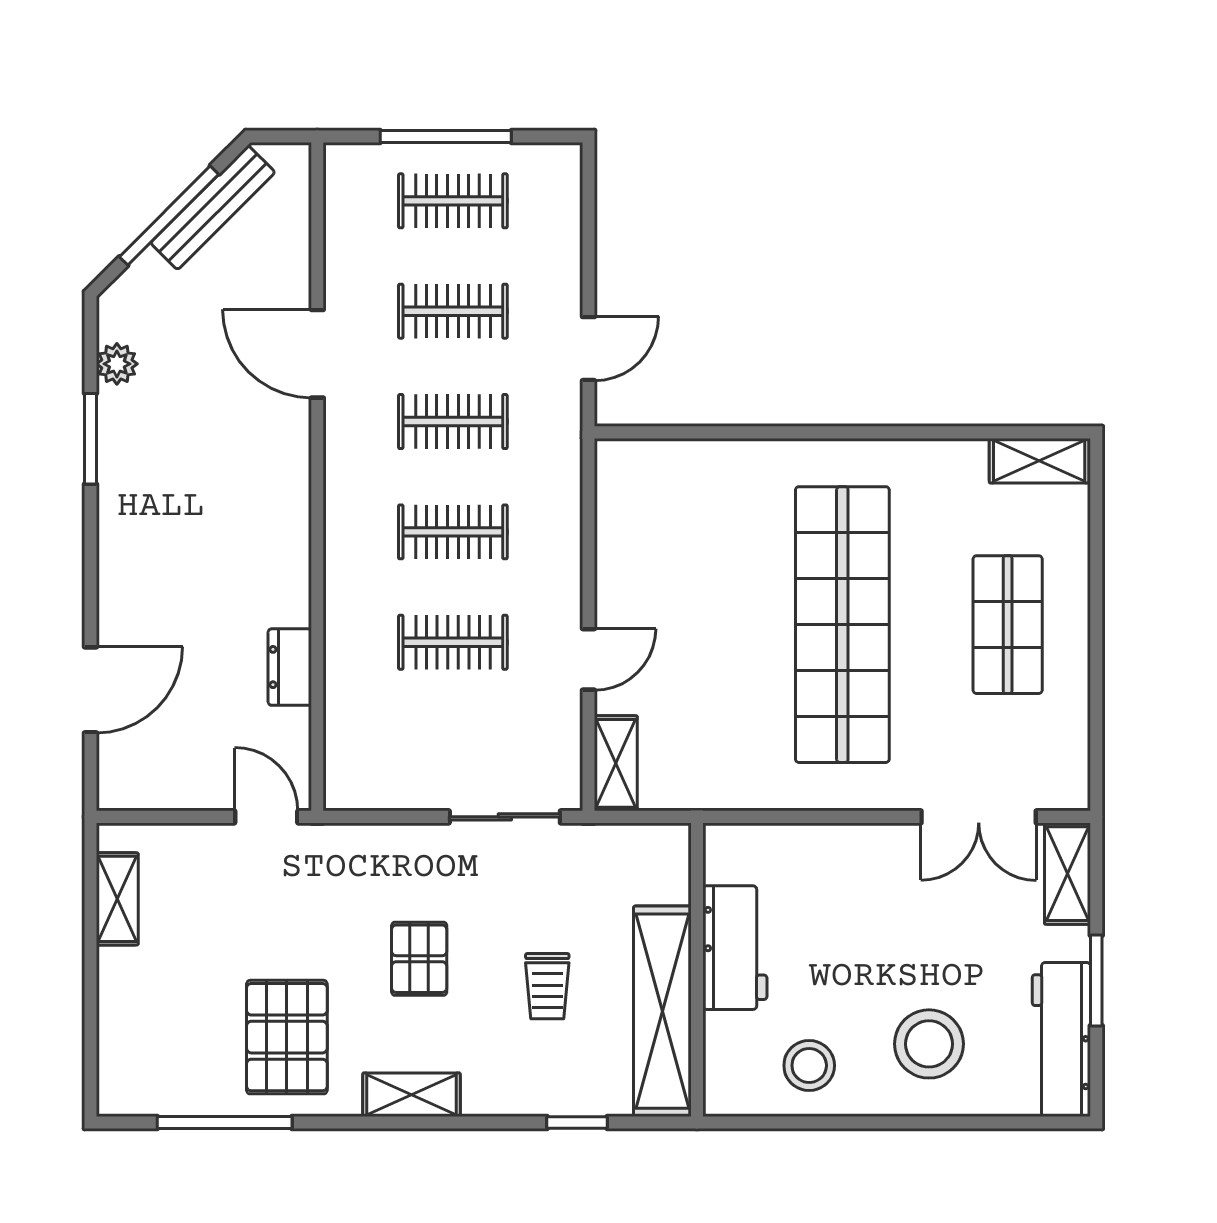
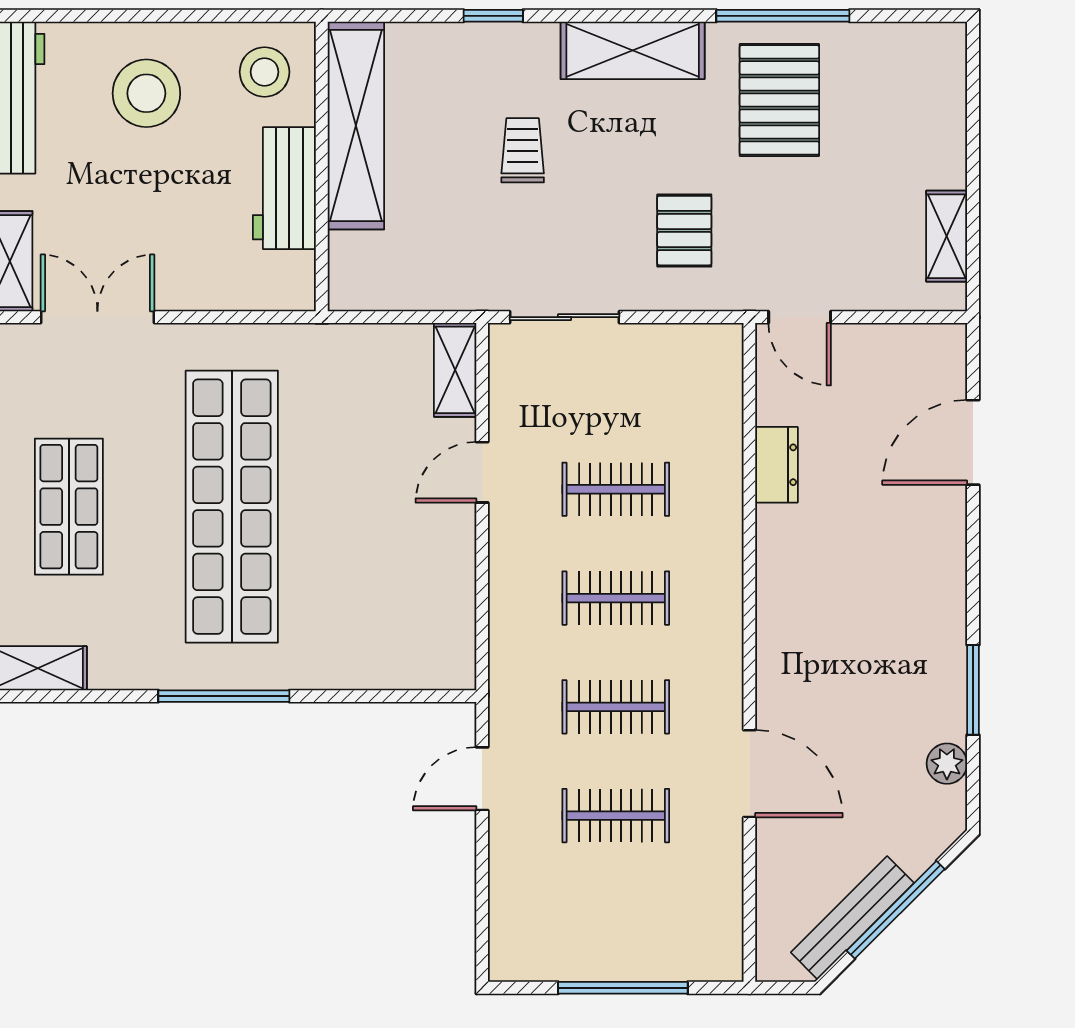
clothes rail: (453, 201) -> (616, 924), removed
window: (850, 432) -> (224, 696), added
workbench: (735, 948) -> (284, 188), moved
pallet: (419, 959) -> (684, 231), moved
wall: (697, 970) -> (322, 166), moved
shelving: (662, 1011) -> (356, 126), moved
shelving: (411, 1095) -> (633, 50), width x1.50, depth x1.33
window: (225, 1123) -> (783, 16), moved

